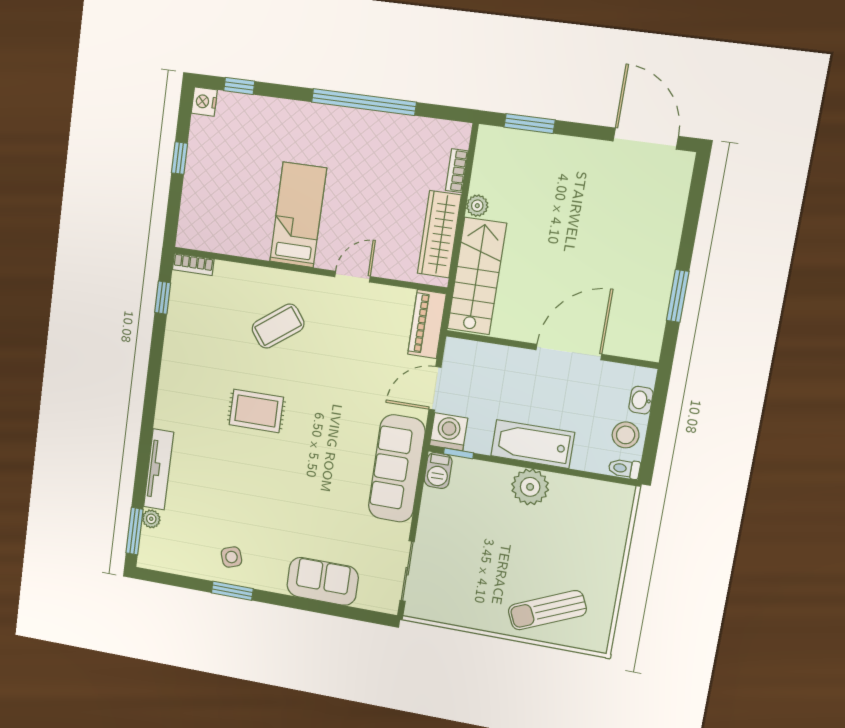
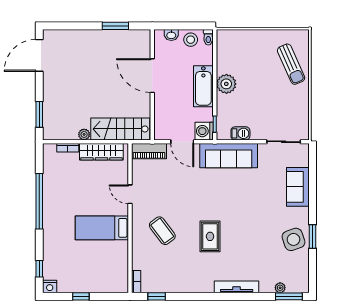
tv unit: (159, 469) -> (237, 287), moved
barbecue: (438, 471) -> (240, 133), moved
side table: (231, 557) -> (293, 239), width x1.87, depth x1.87

